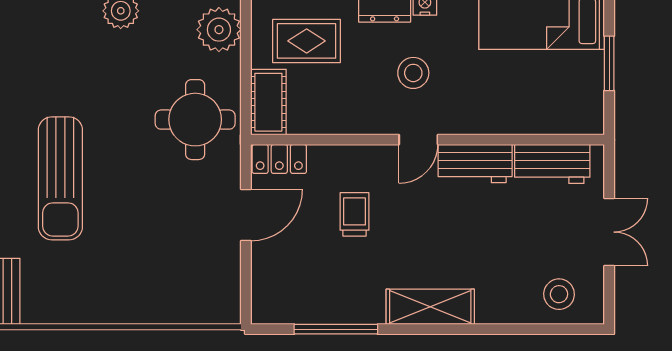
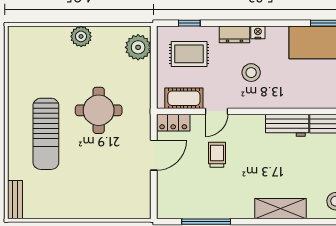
cot: (268, 102) -> (184, 98), moved, turned 90
round table: (195, 120) -> (99, 110), moved
door: (418, 140) -> (216, 111), moved
shelving: (430, 307) -> (280, 209), moved

